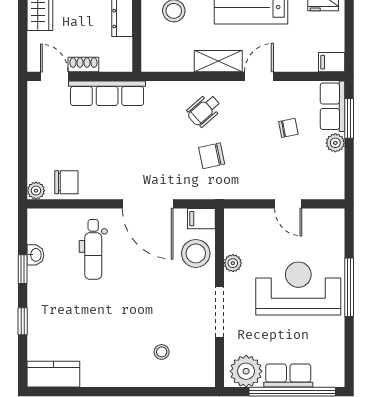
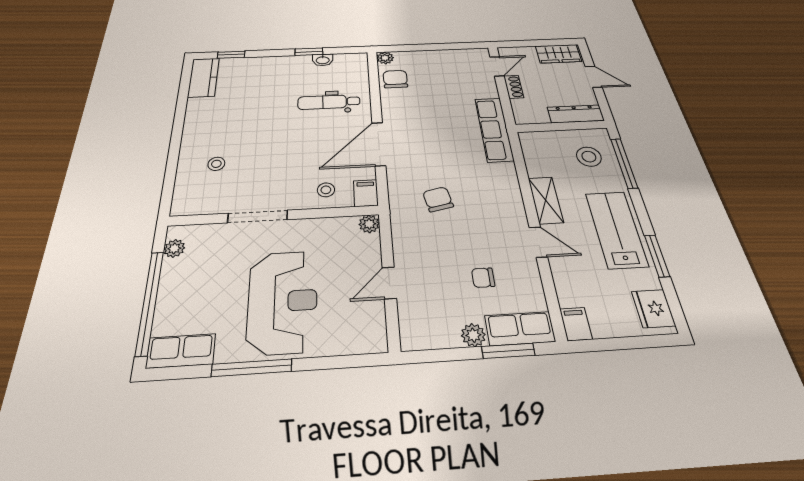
row of seats: (107, 93) -> (494, 129), moved
wheelchair: (204, 110) -> (488, 189), removed
chair: (288, 128) -> (483, 278), turned 101
chair: (66, 182) -> (395, 79), turned 180
stool: (196, 253) -> (326, 190), width x0.53, depth x0.53
plant: (233, 263) -> (369, 224), moved
window: (349, 287) -> (252, 368), moved
window: (23, 321) -> (231, 55), moved
plant: (246, 371) -> (174, 248), width x0.53, depth x0.53
row of seats: (288, 376) -> (181, 351), moved, turned -90

